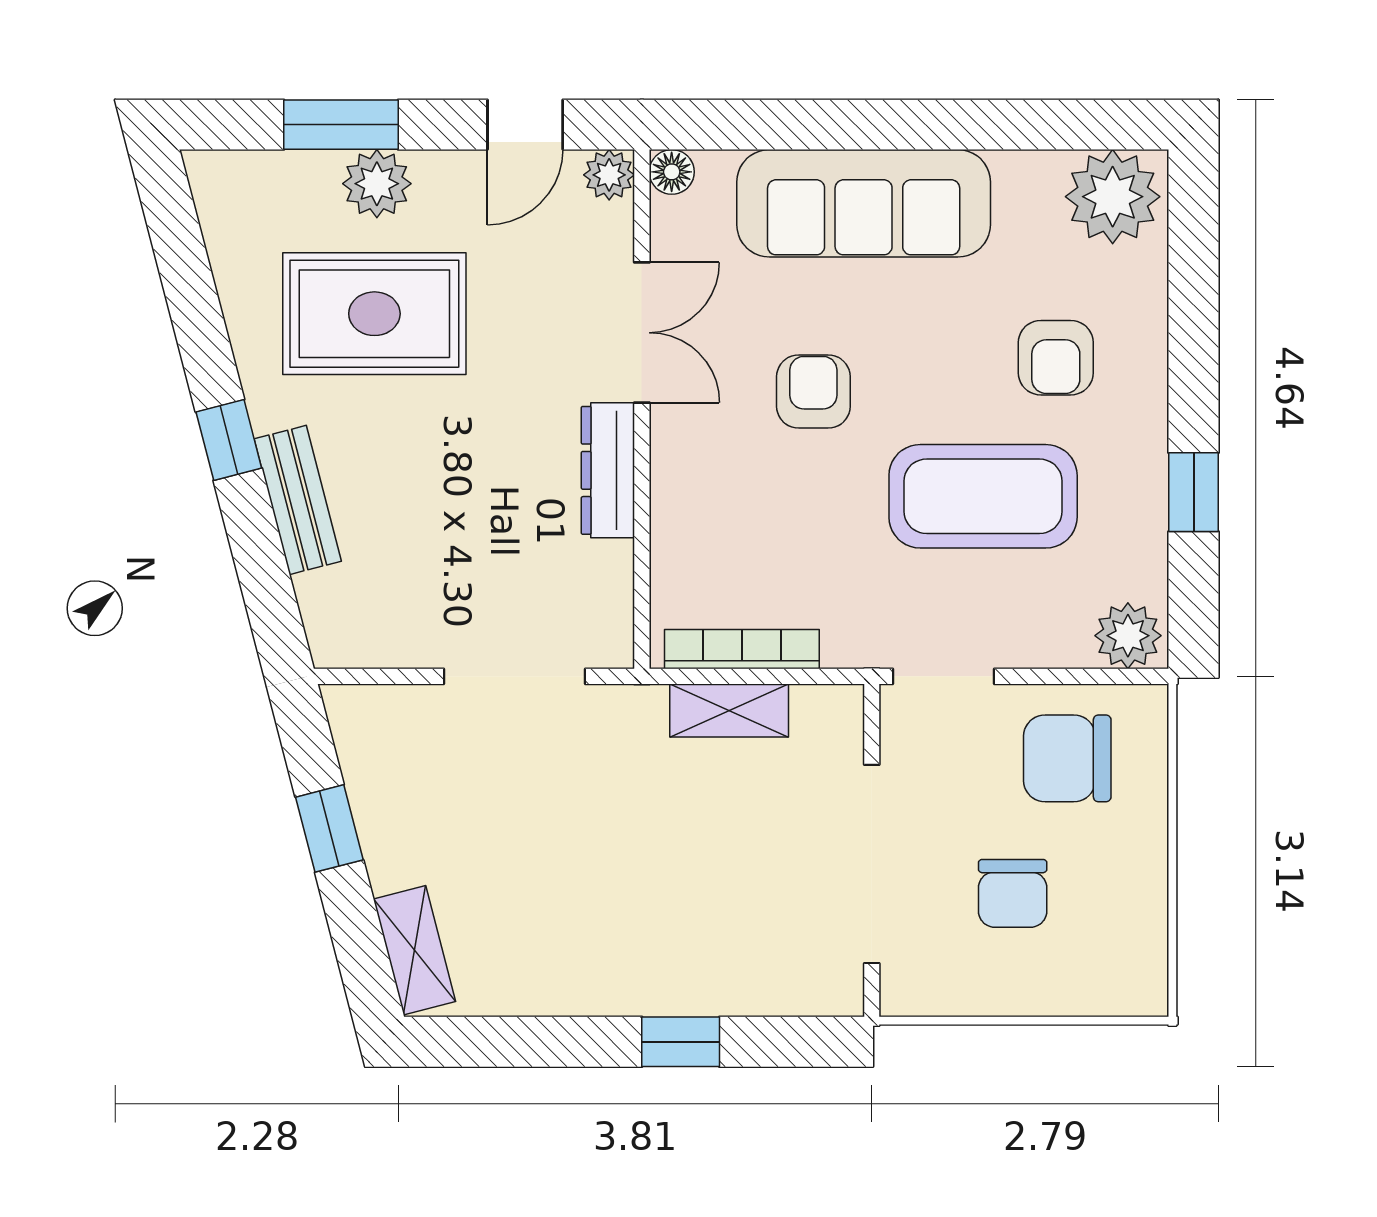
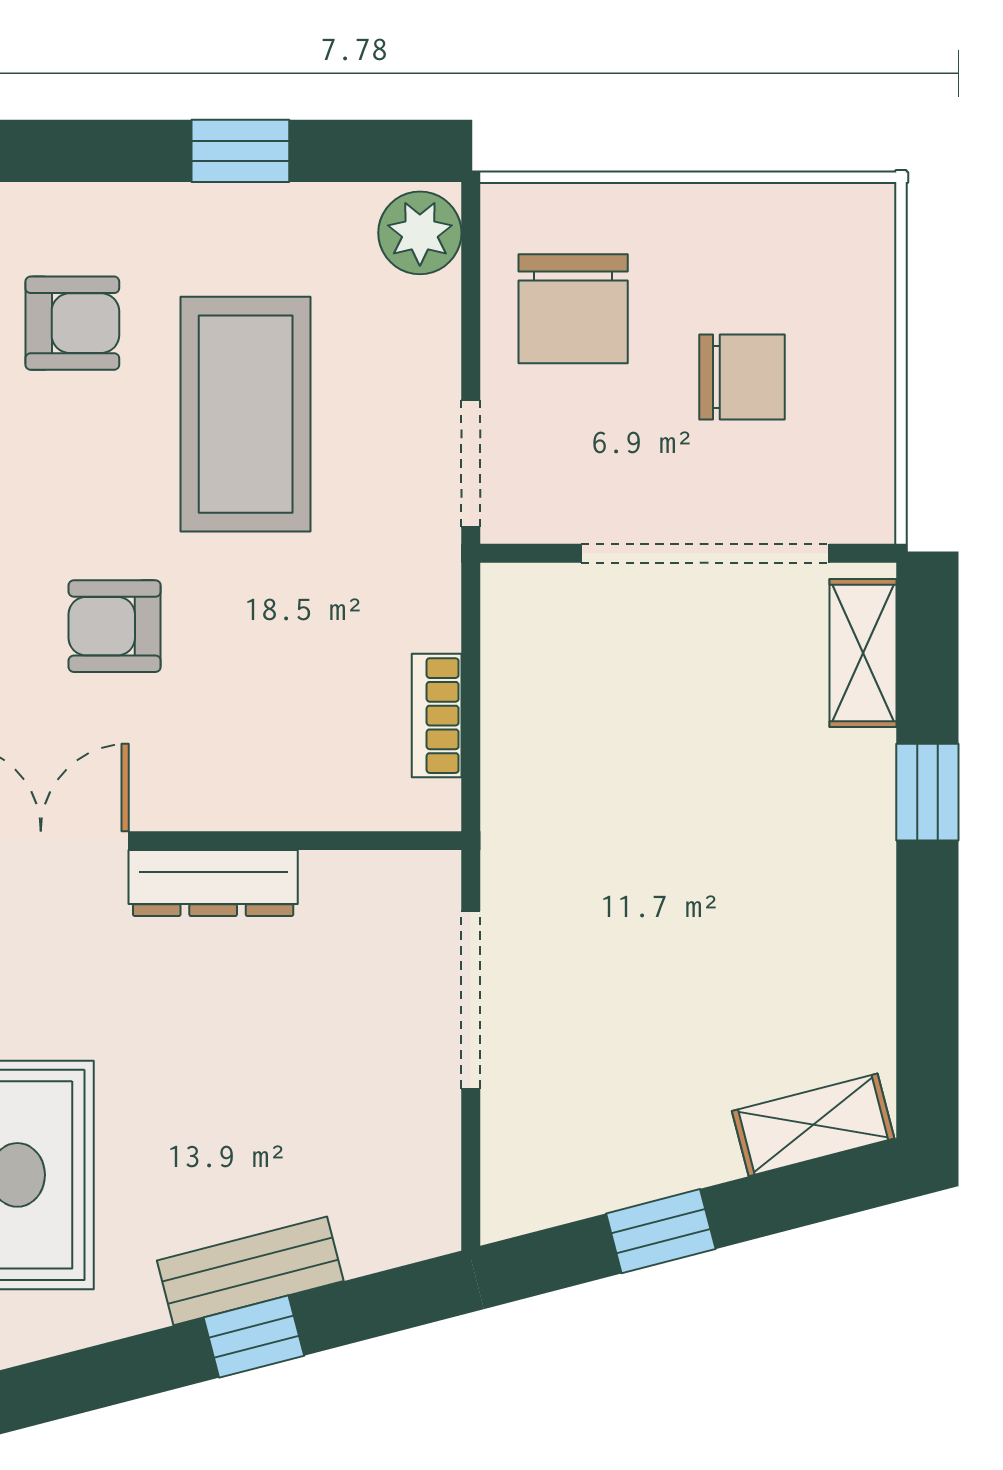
window: (229, 440) -> (254, 1337), moved
bookcase: (742, 649) -> (437, 716), width x0.64
shelving: (729, 711) -> (863, 653), moved

